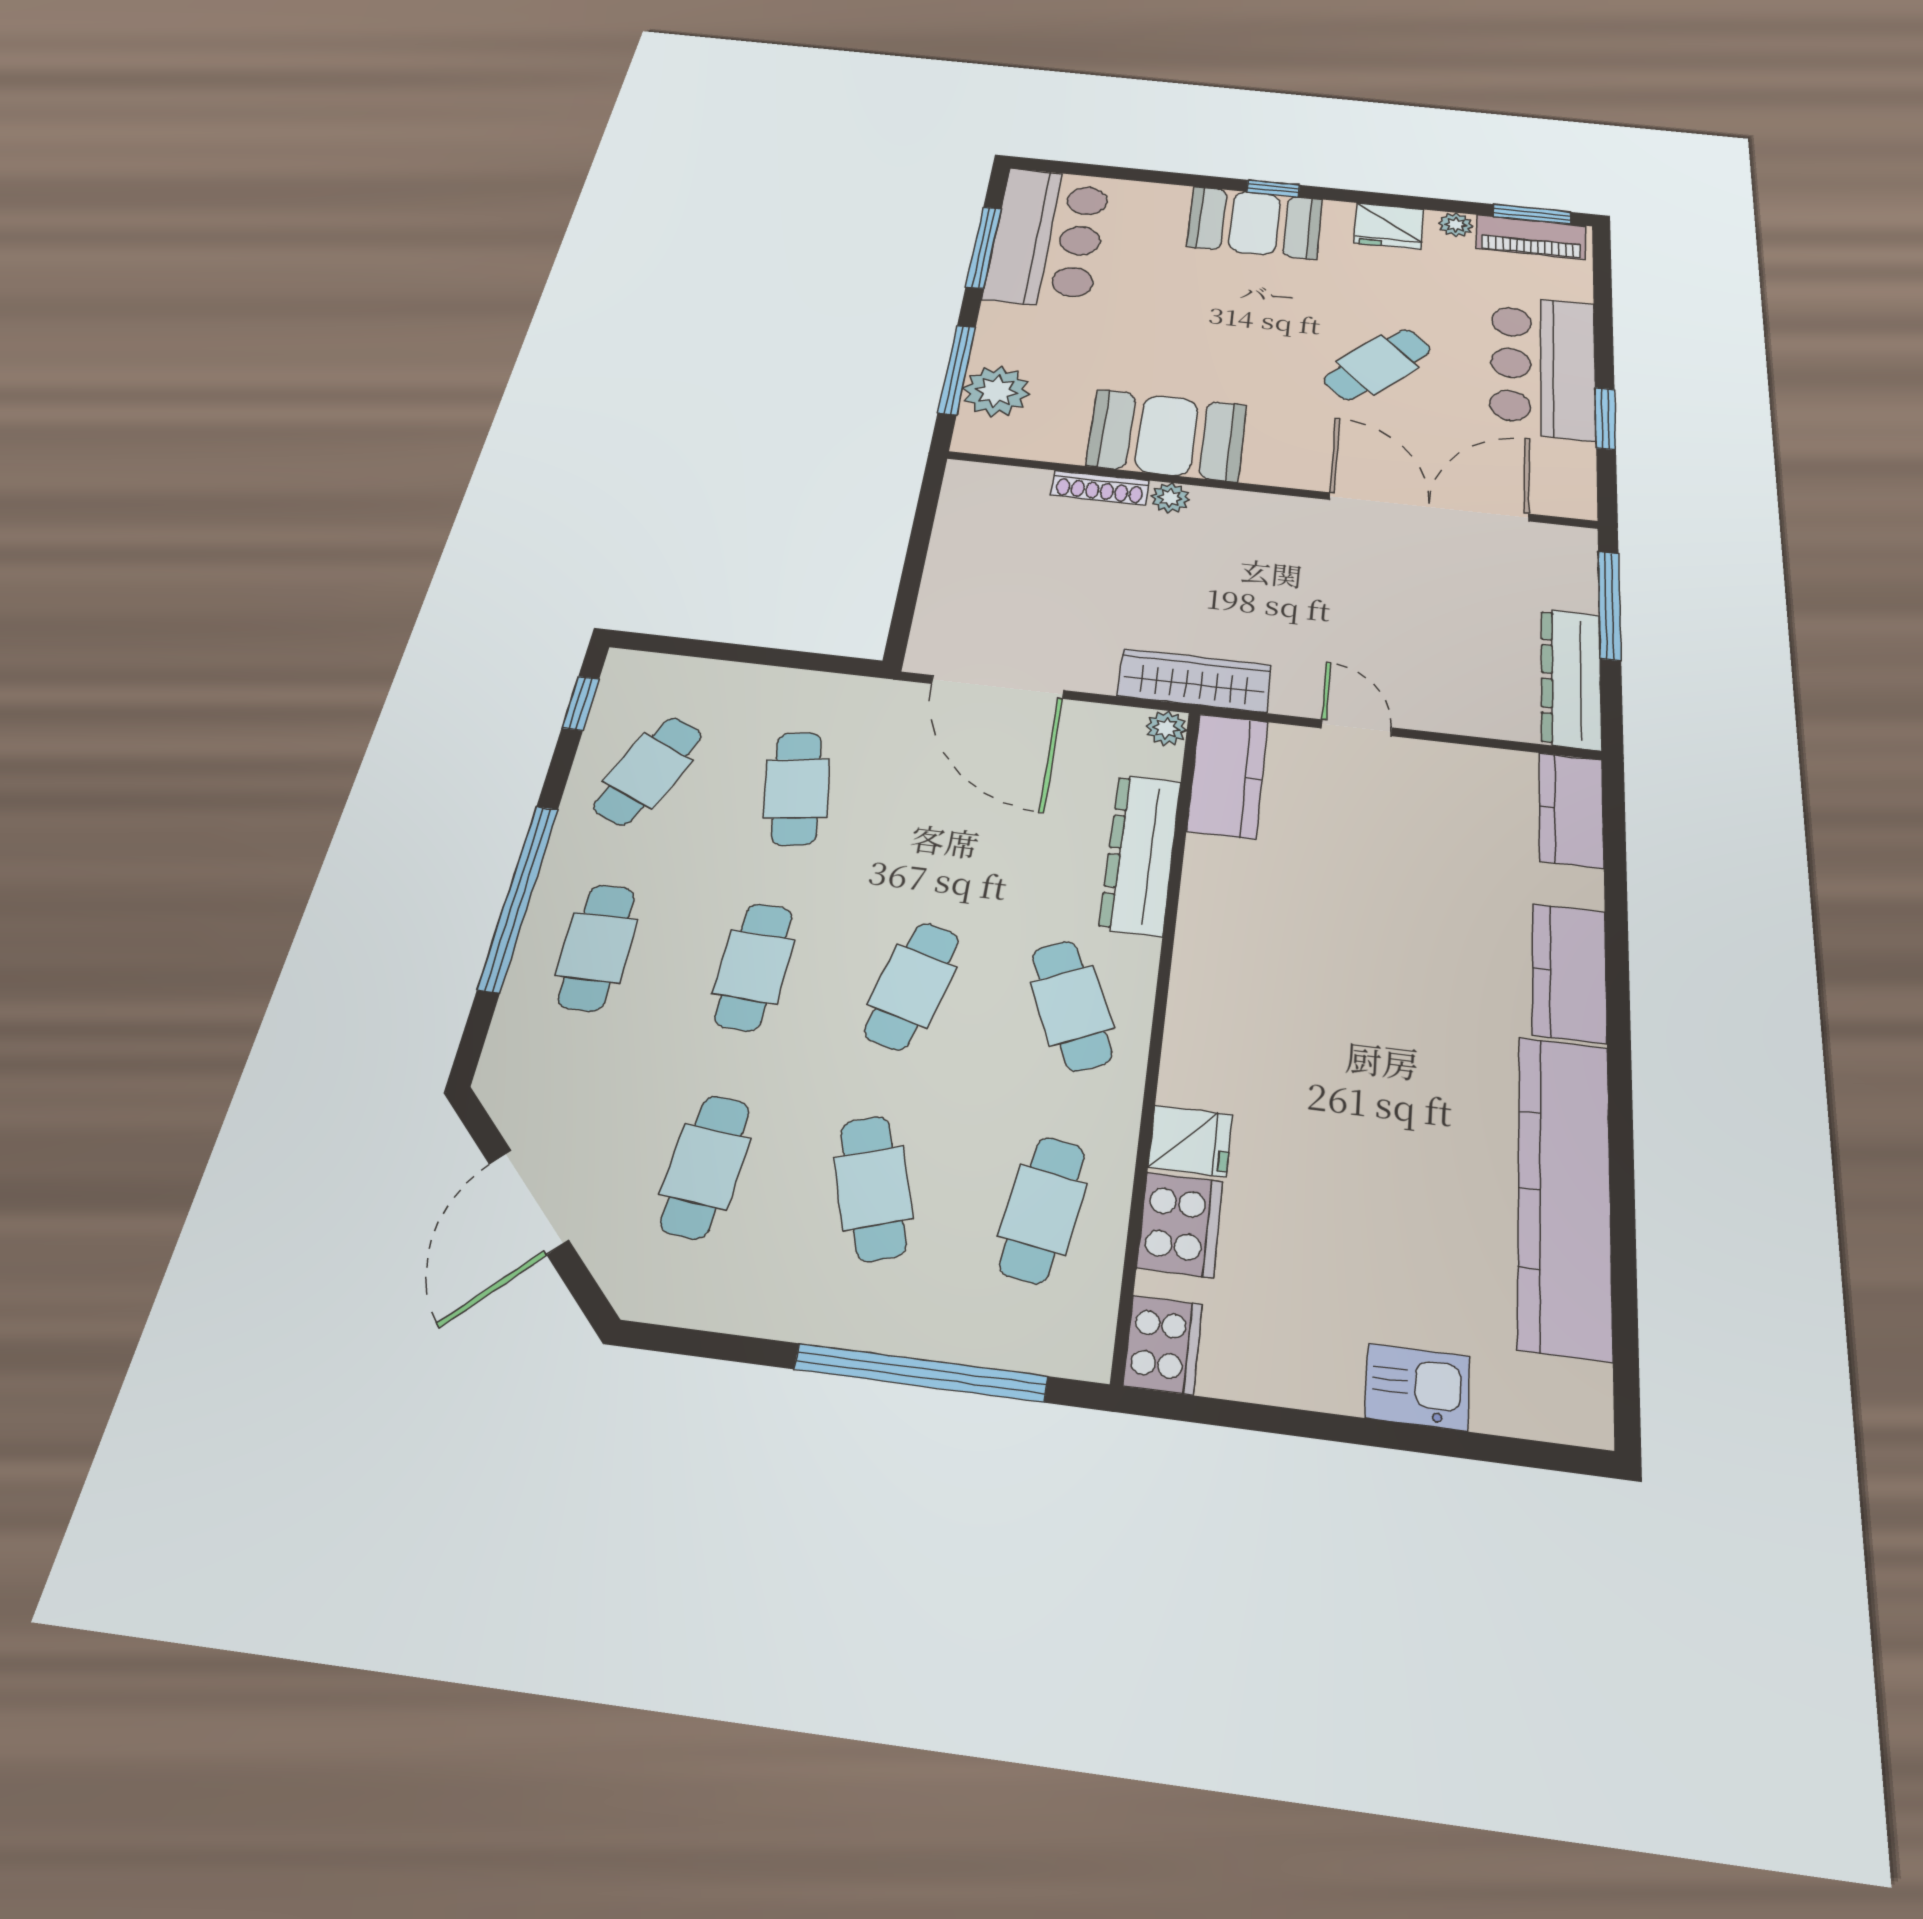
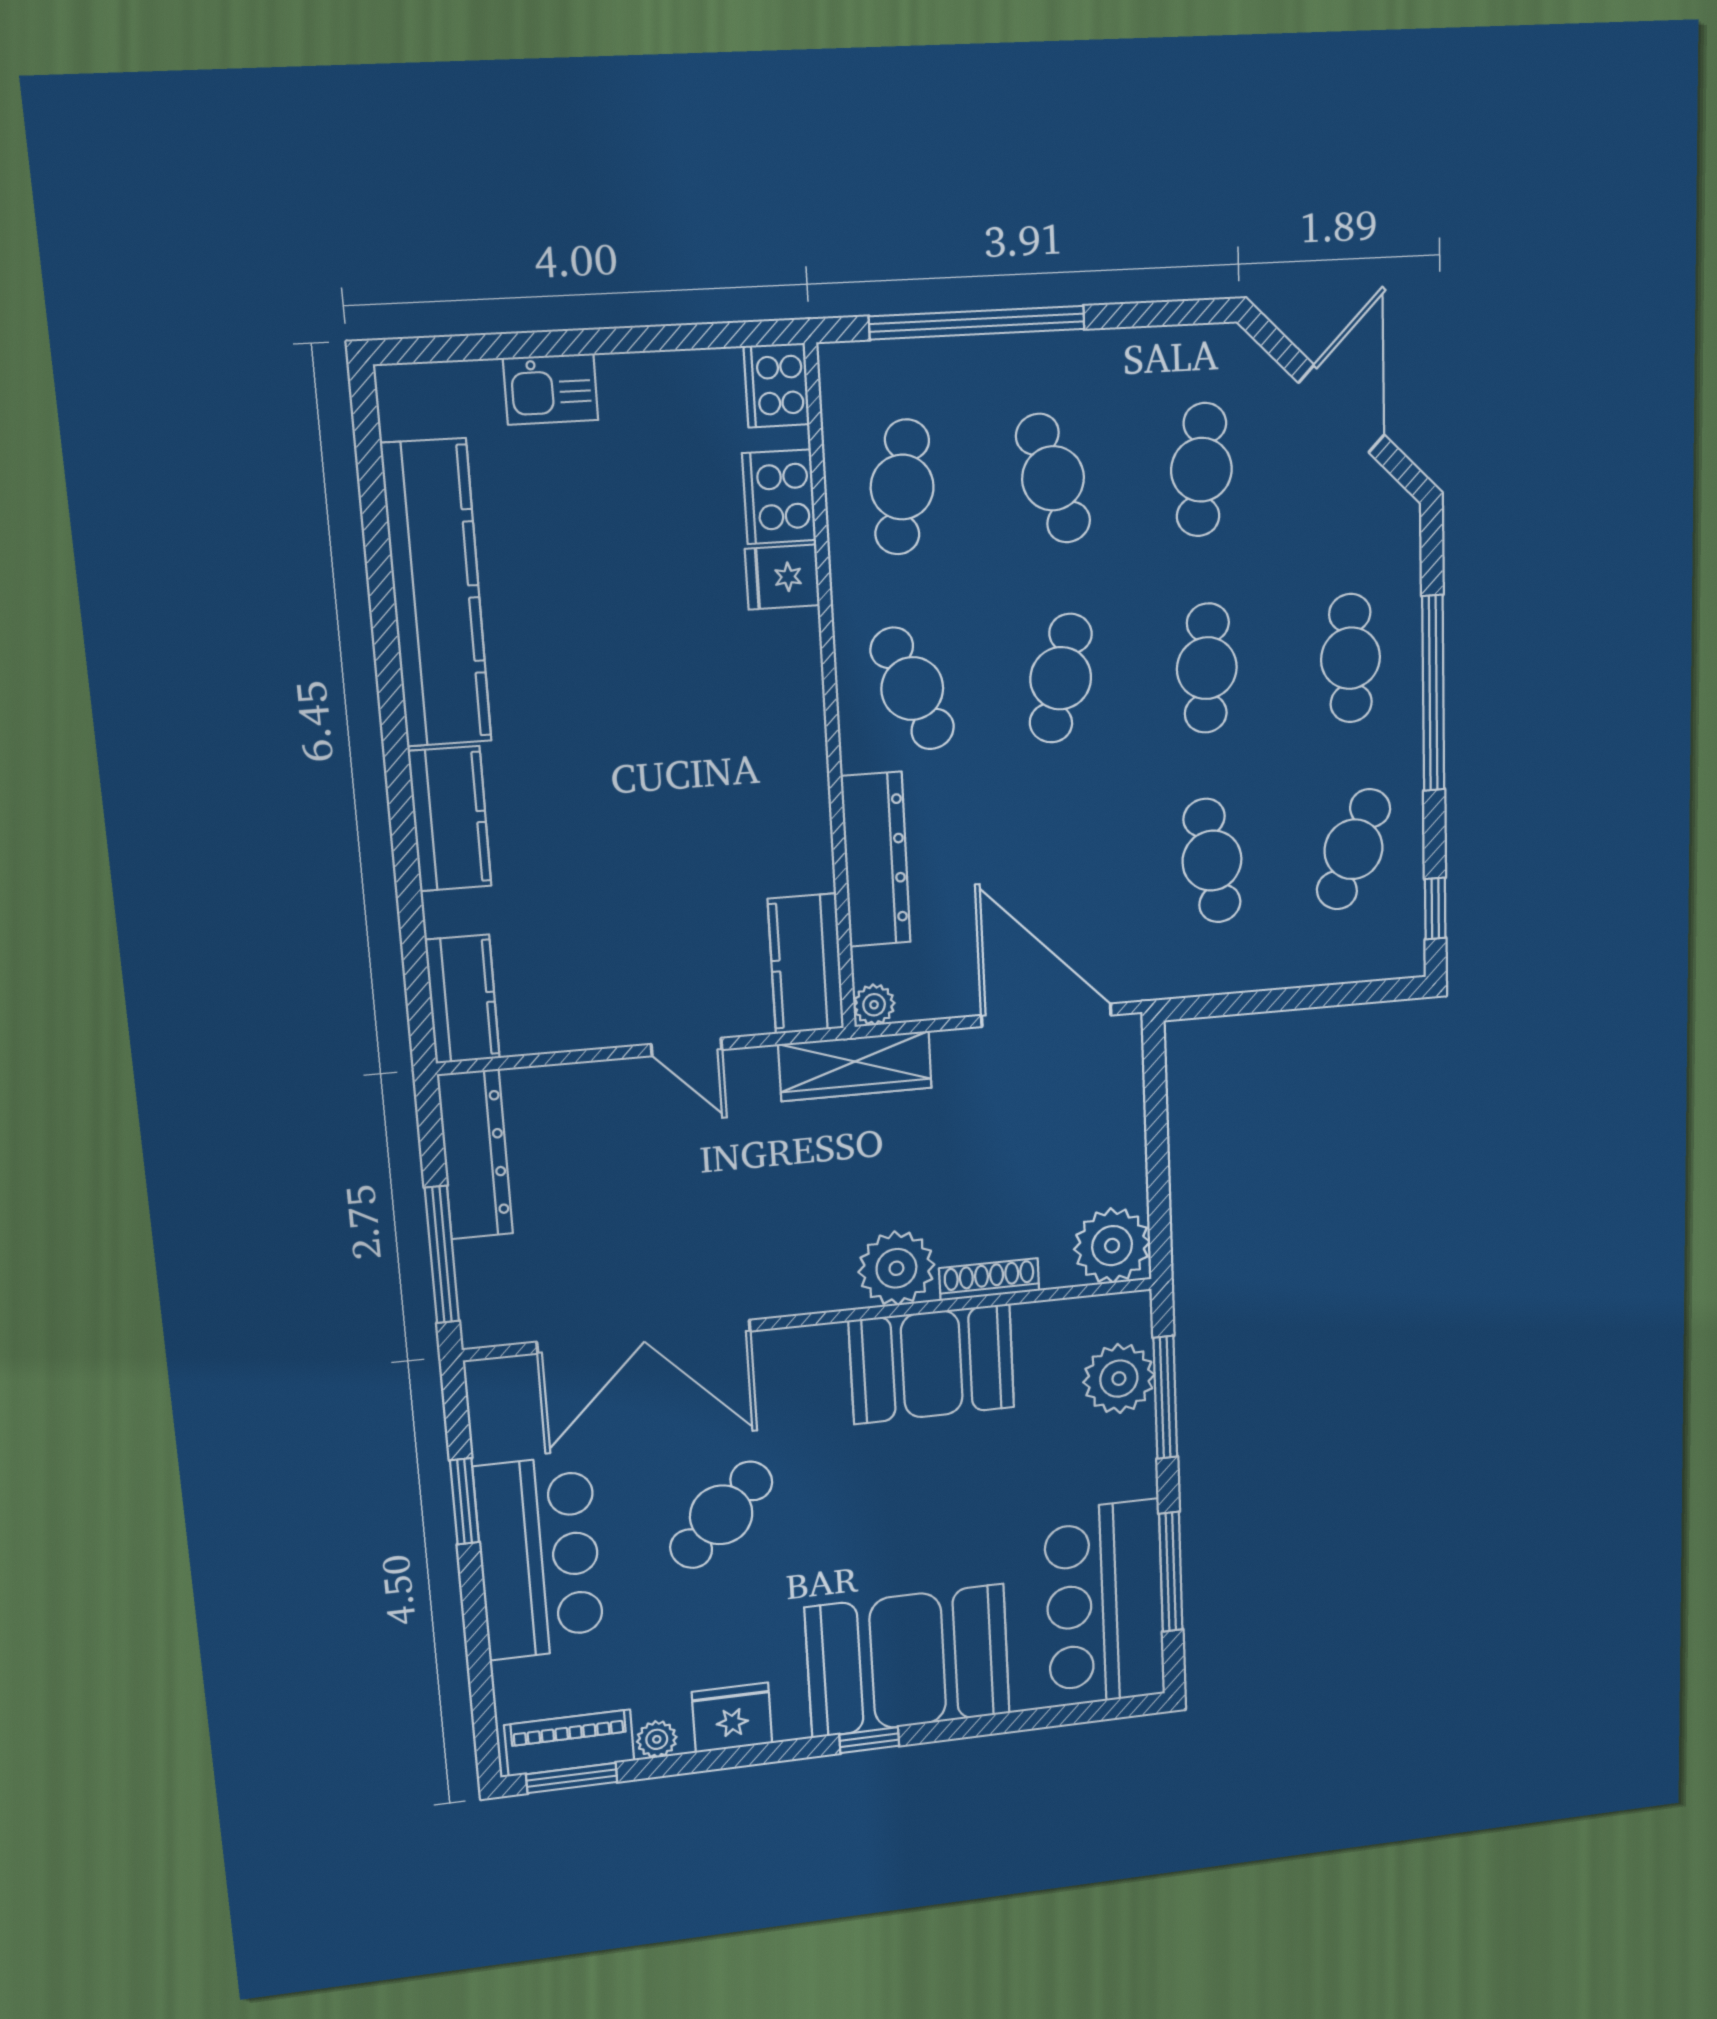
booth: (1255, 223) -> (908, 1661), width x1.36, depth x1.42
plant: (978, 491) -> (1112, 1246), added
plant: (1170, 498) -> (896, 1268), width x1.88, depth x1.88

